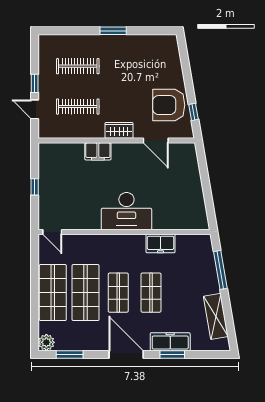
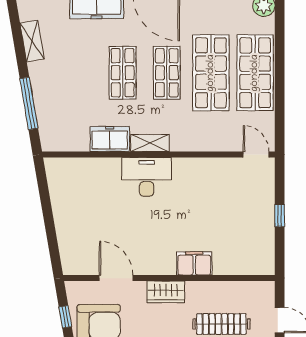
desk: (126, 211) -> (147, 177), width x0.73, depth x0.77
shelving: (131, 241) -> (150, 143), added
shelving: (216, 316) -> (32, 41), width x0.67, depth x0.75

